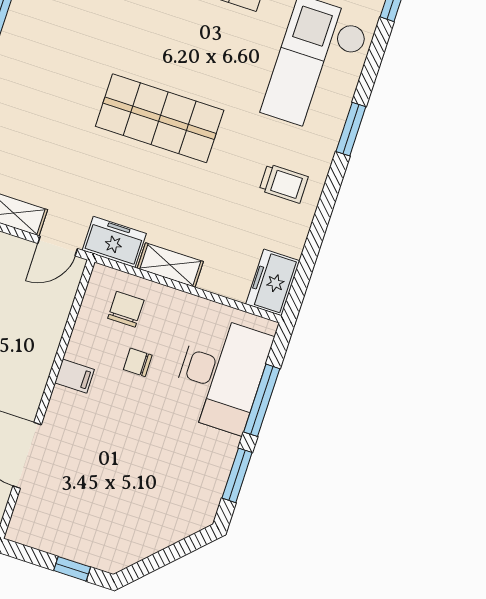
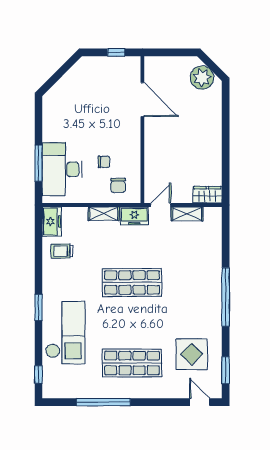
trolley: (284, 183) -> (62, 251), moved
filing cabinet: (75, 376) -> (132, 145), removed
window: (237, 475) -> (38, 123), removed
window: (72, 569) -> (116, 52), moved

